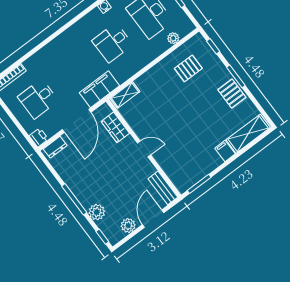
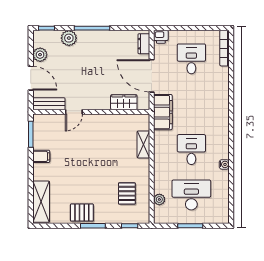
shelving: (125, 95) -> (143, 144), moved
door: (144, 149) -> (74, 112), moved
filing cabinet: (225, 151) -> (41, 156), moved

